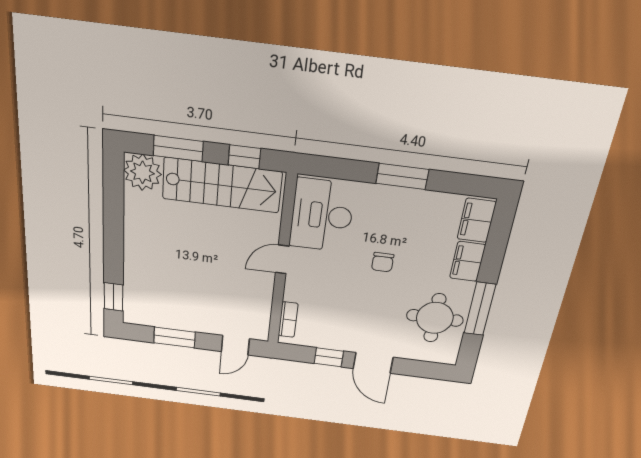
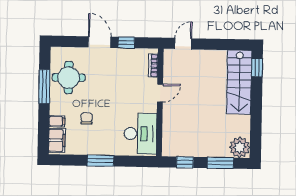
stairs: (222, 185) -> (239, 82), moved, turned -90
door: (282, 259) -> (160, 93), moved
filing cabinet: (468, 261) -> (57, 121), width x0.50
chair: (383, 262) -> (87, 118), moved
window: (174, 337) -> (220, 44), removed

